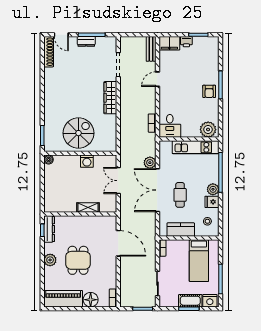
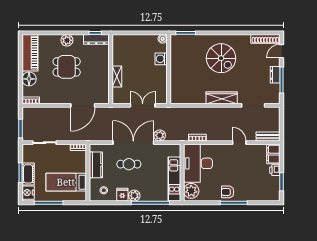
desk: (170, 126) -> (198, 163), width x1.87, depth x1.30
spiral stairs: (78, 133) -> (221, 58), moved
washing machine: (87, 161) -> (161, 59), moved

